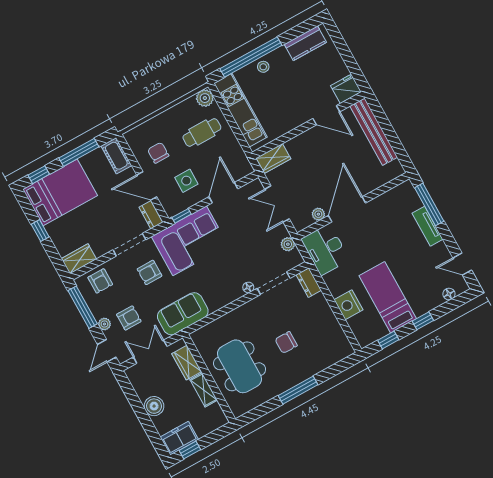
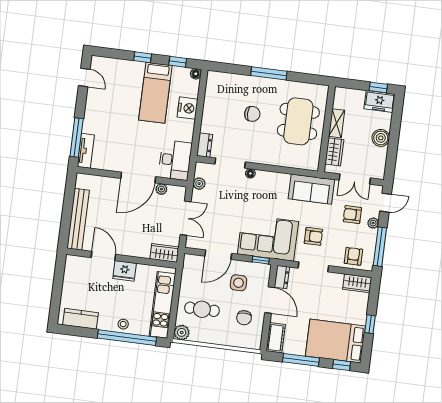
fridge: (346, 89) -> (125, 271), moved
tv unit: (427, 226) -> (86, 151), moved
floor lamp: (449, 294) -> (196, 74), moved

